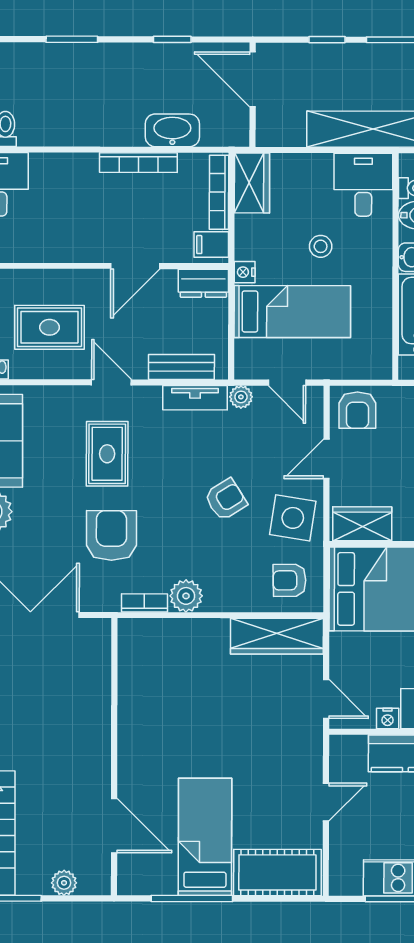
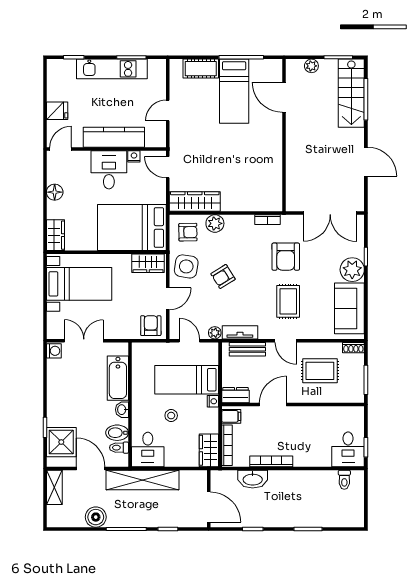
plant: (186, 596) -> (215, 223), moved
cot: (277, 872) -> (201, 69), width x0.73, depth x0.75

